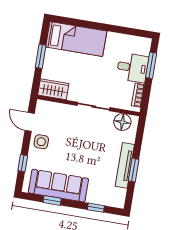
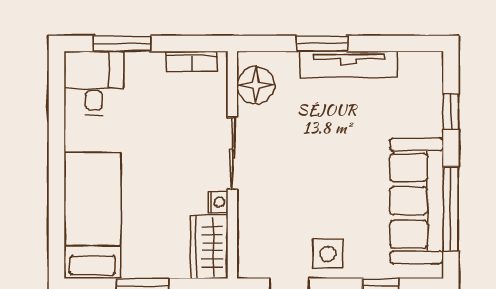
desk: (132, 68) -> (94, 83), moved
nightstand: (73, 96) -> (218, 202), added
window: (134, 170) -> (322, 43), moved
window: (52, 200) -> (451, 209), width x2.17

